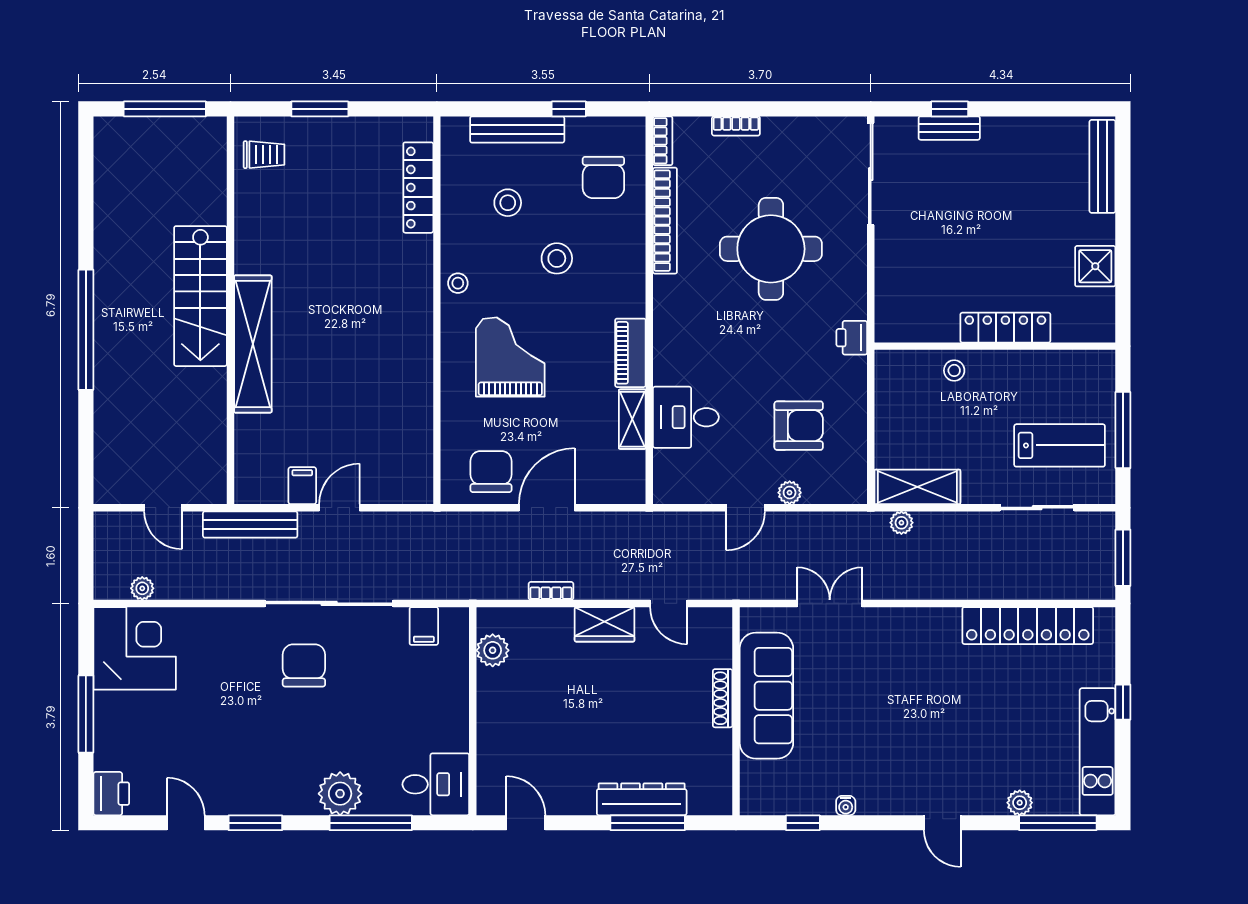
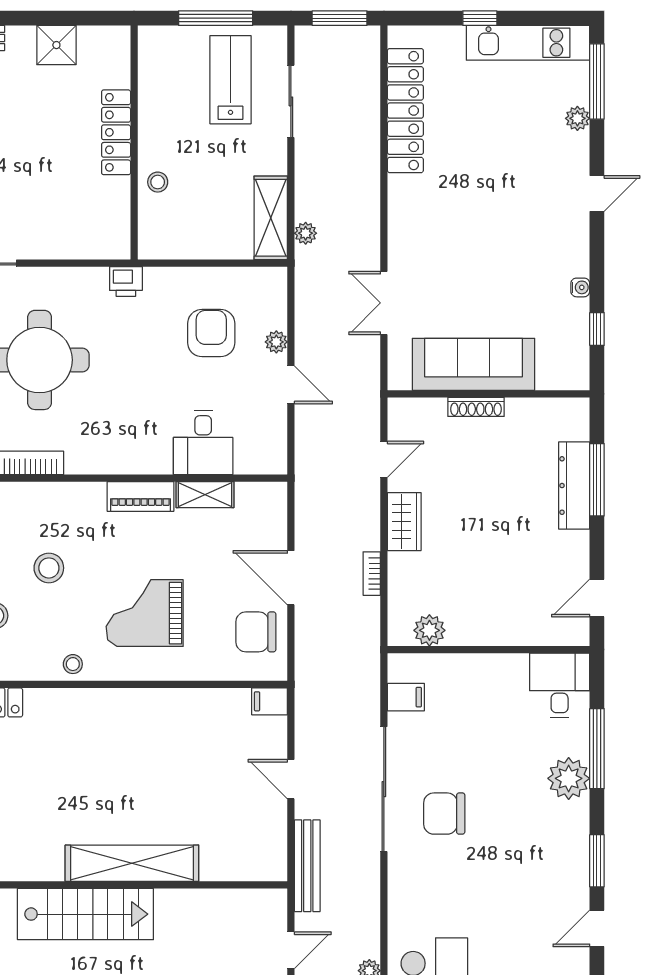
filing cabinet: (302, 486) -> (270, 701), moved

